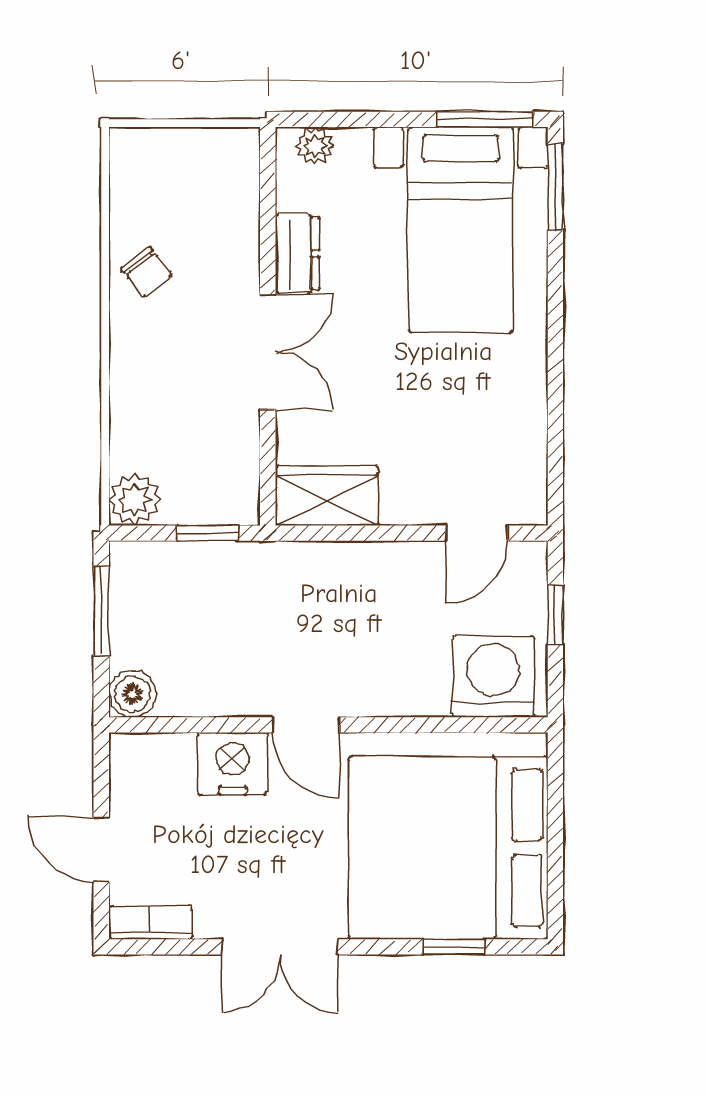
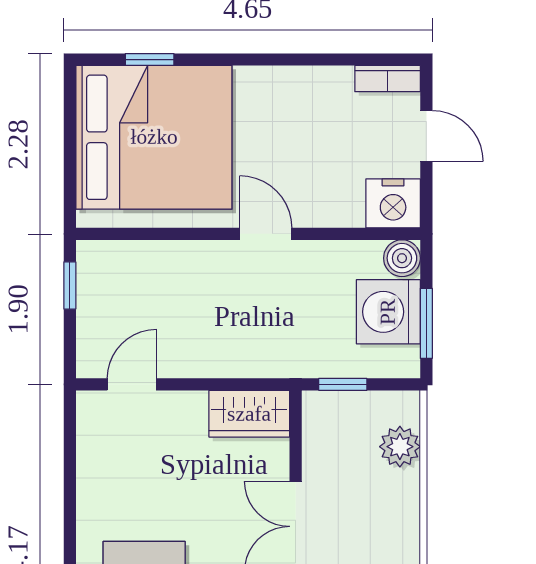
plant: (135, 499) -> (400, 447), moved
window: (555, 615) -> (70, 285), moved
washing machine: (493, 676) -> (388, 312), moved, turned 90
nightstand: (232, 764) -> (393, 203), moved
double door: (280, 947) -> (286, 60), removed

